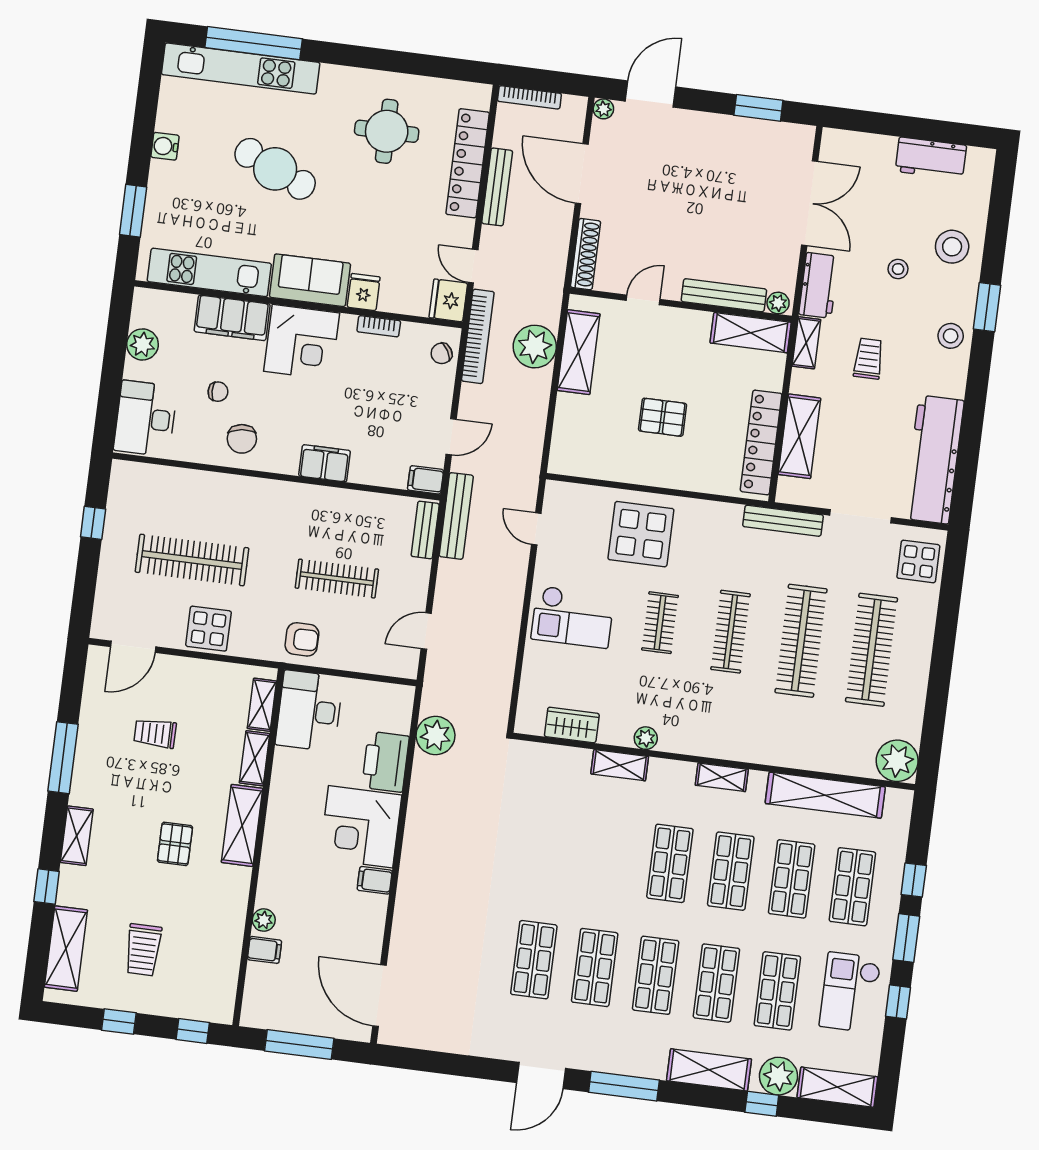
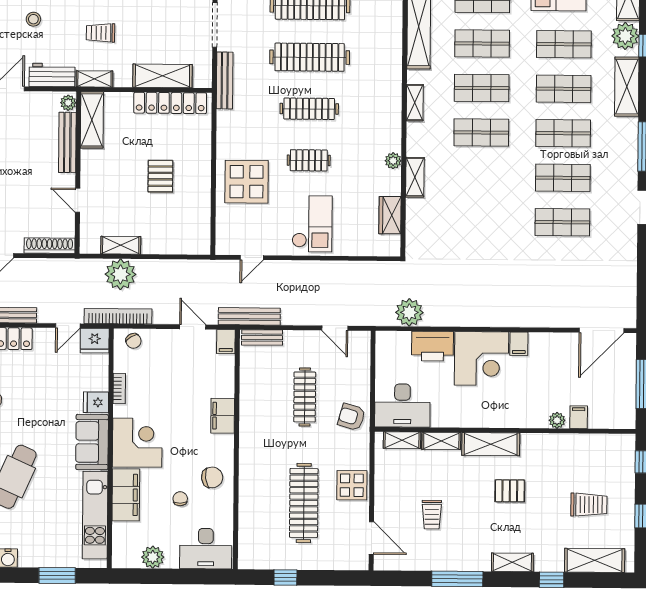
shelving: (579, 352) -> (121, 245), width x0.67, depth x0.75
armchair: (302, 639) -> (352, 417), turned -74

